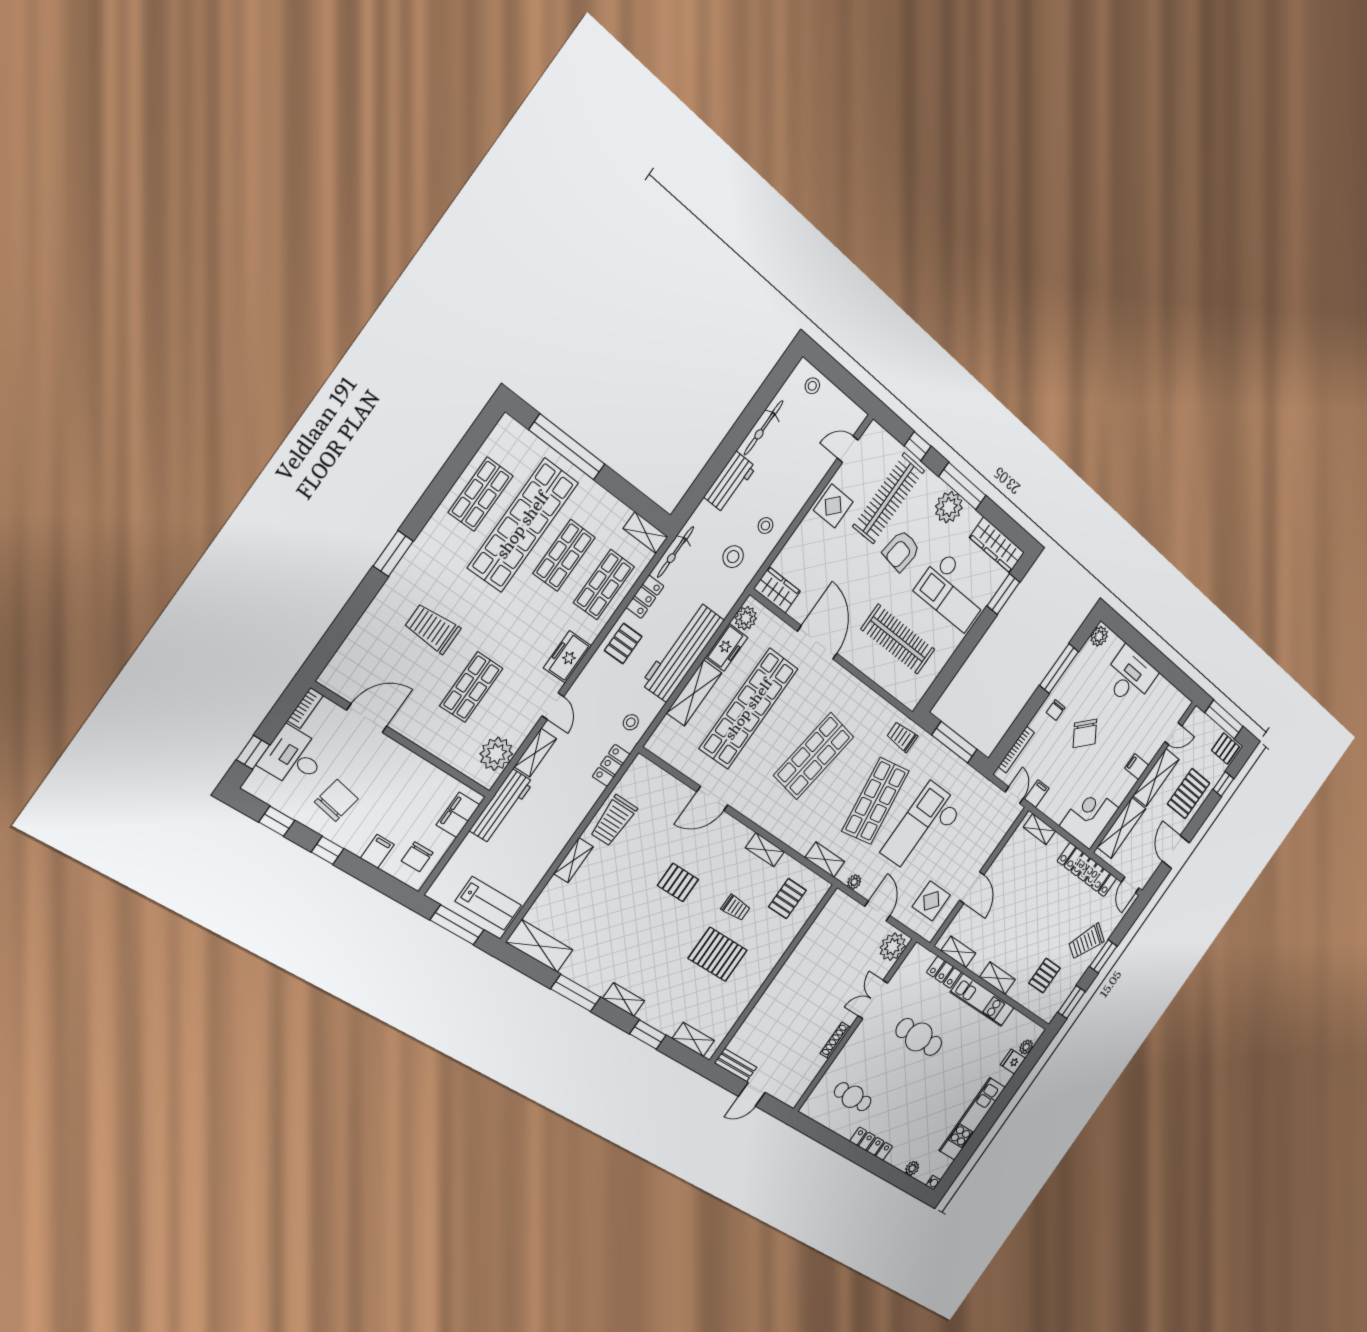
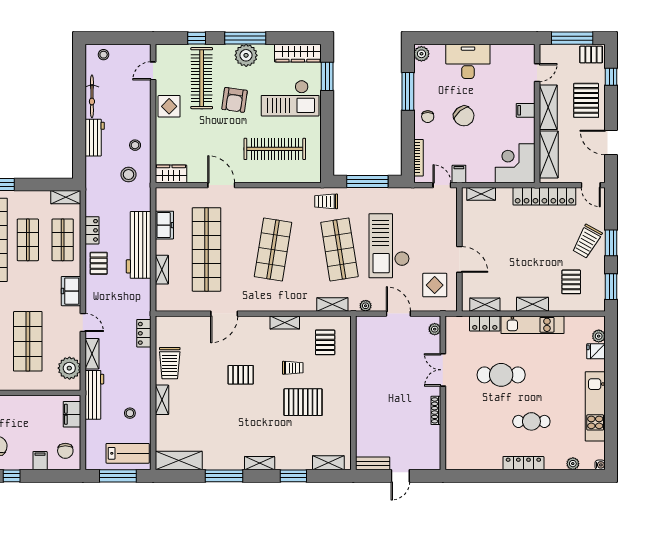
bicycle: (676, 552) -> (91, 195), removed
plant: (746, 618) -> (164, 202), removed
door: (817, 642) -> (221, 185), width x0.73
shop shelf: (471, 687) -> (28, 341), width x1.43, depth x1.36
shelving: (694, 693) -> (162, 270), width x0.67, depth x0.75
stool: (631, 722) -> (130, 413), moved
plant: (893, 947) -> (435, 329), width x0.53, depth x0.53
cafe table: (853, 1097) -> (531, 421), moved

